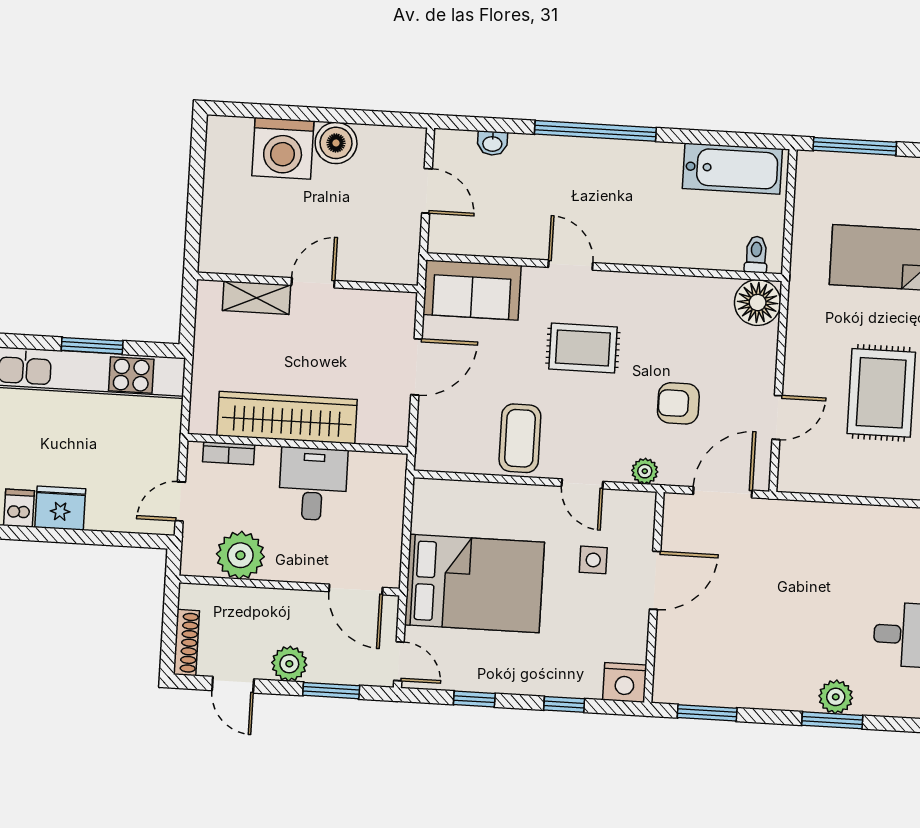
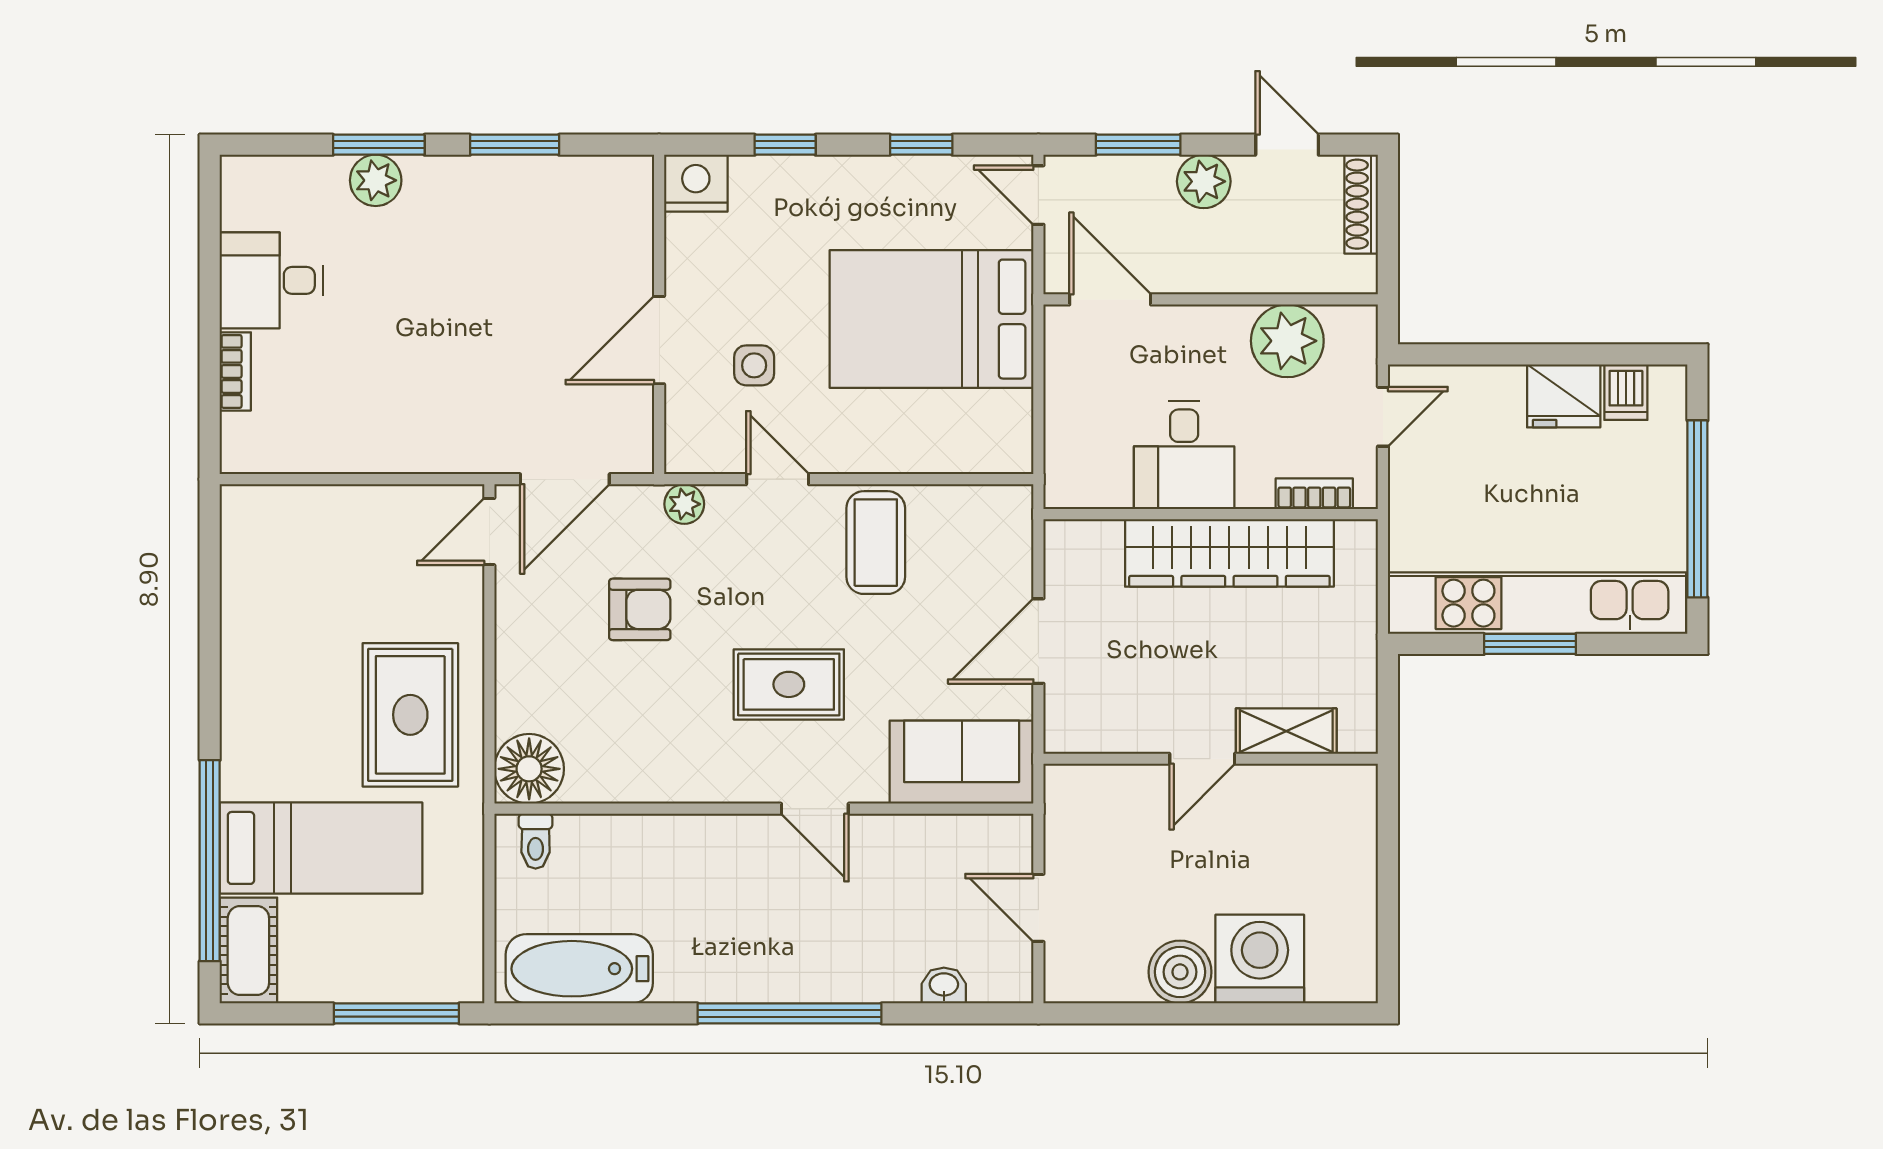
rug: (881, 393) -> (410, 715), moved
door: (777, 417) -> (489, 532), moved
window: (707, 713) -> (515, 145), moved

